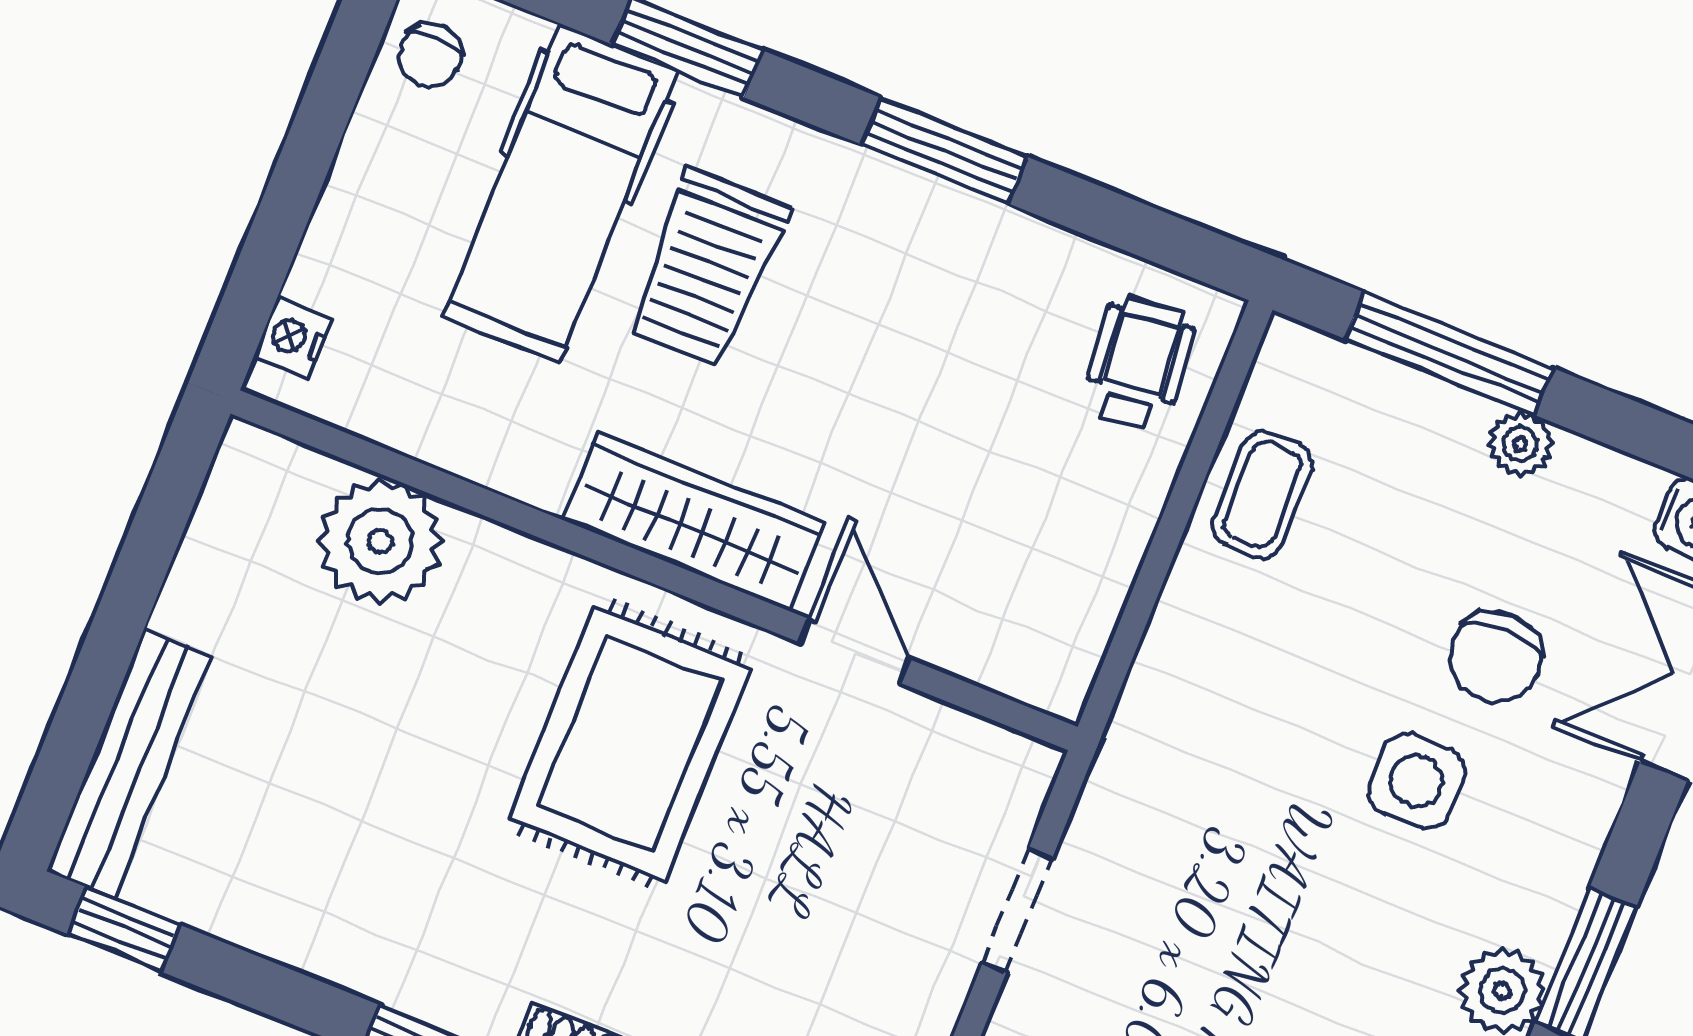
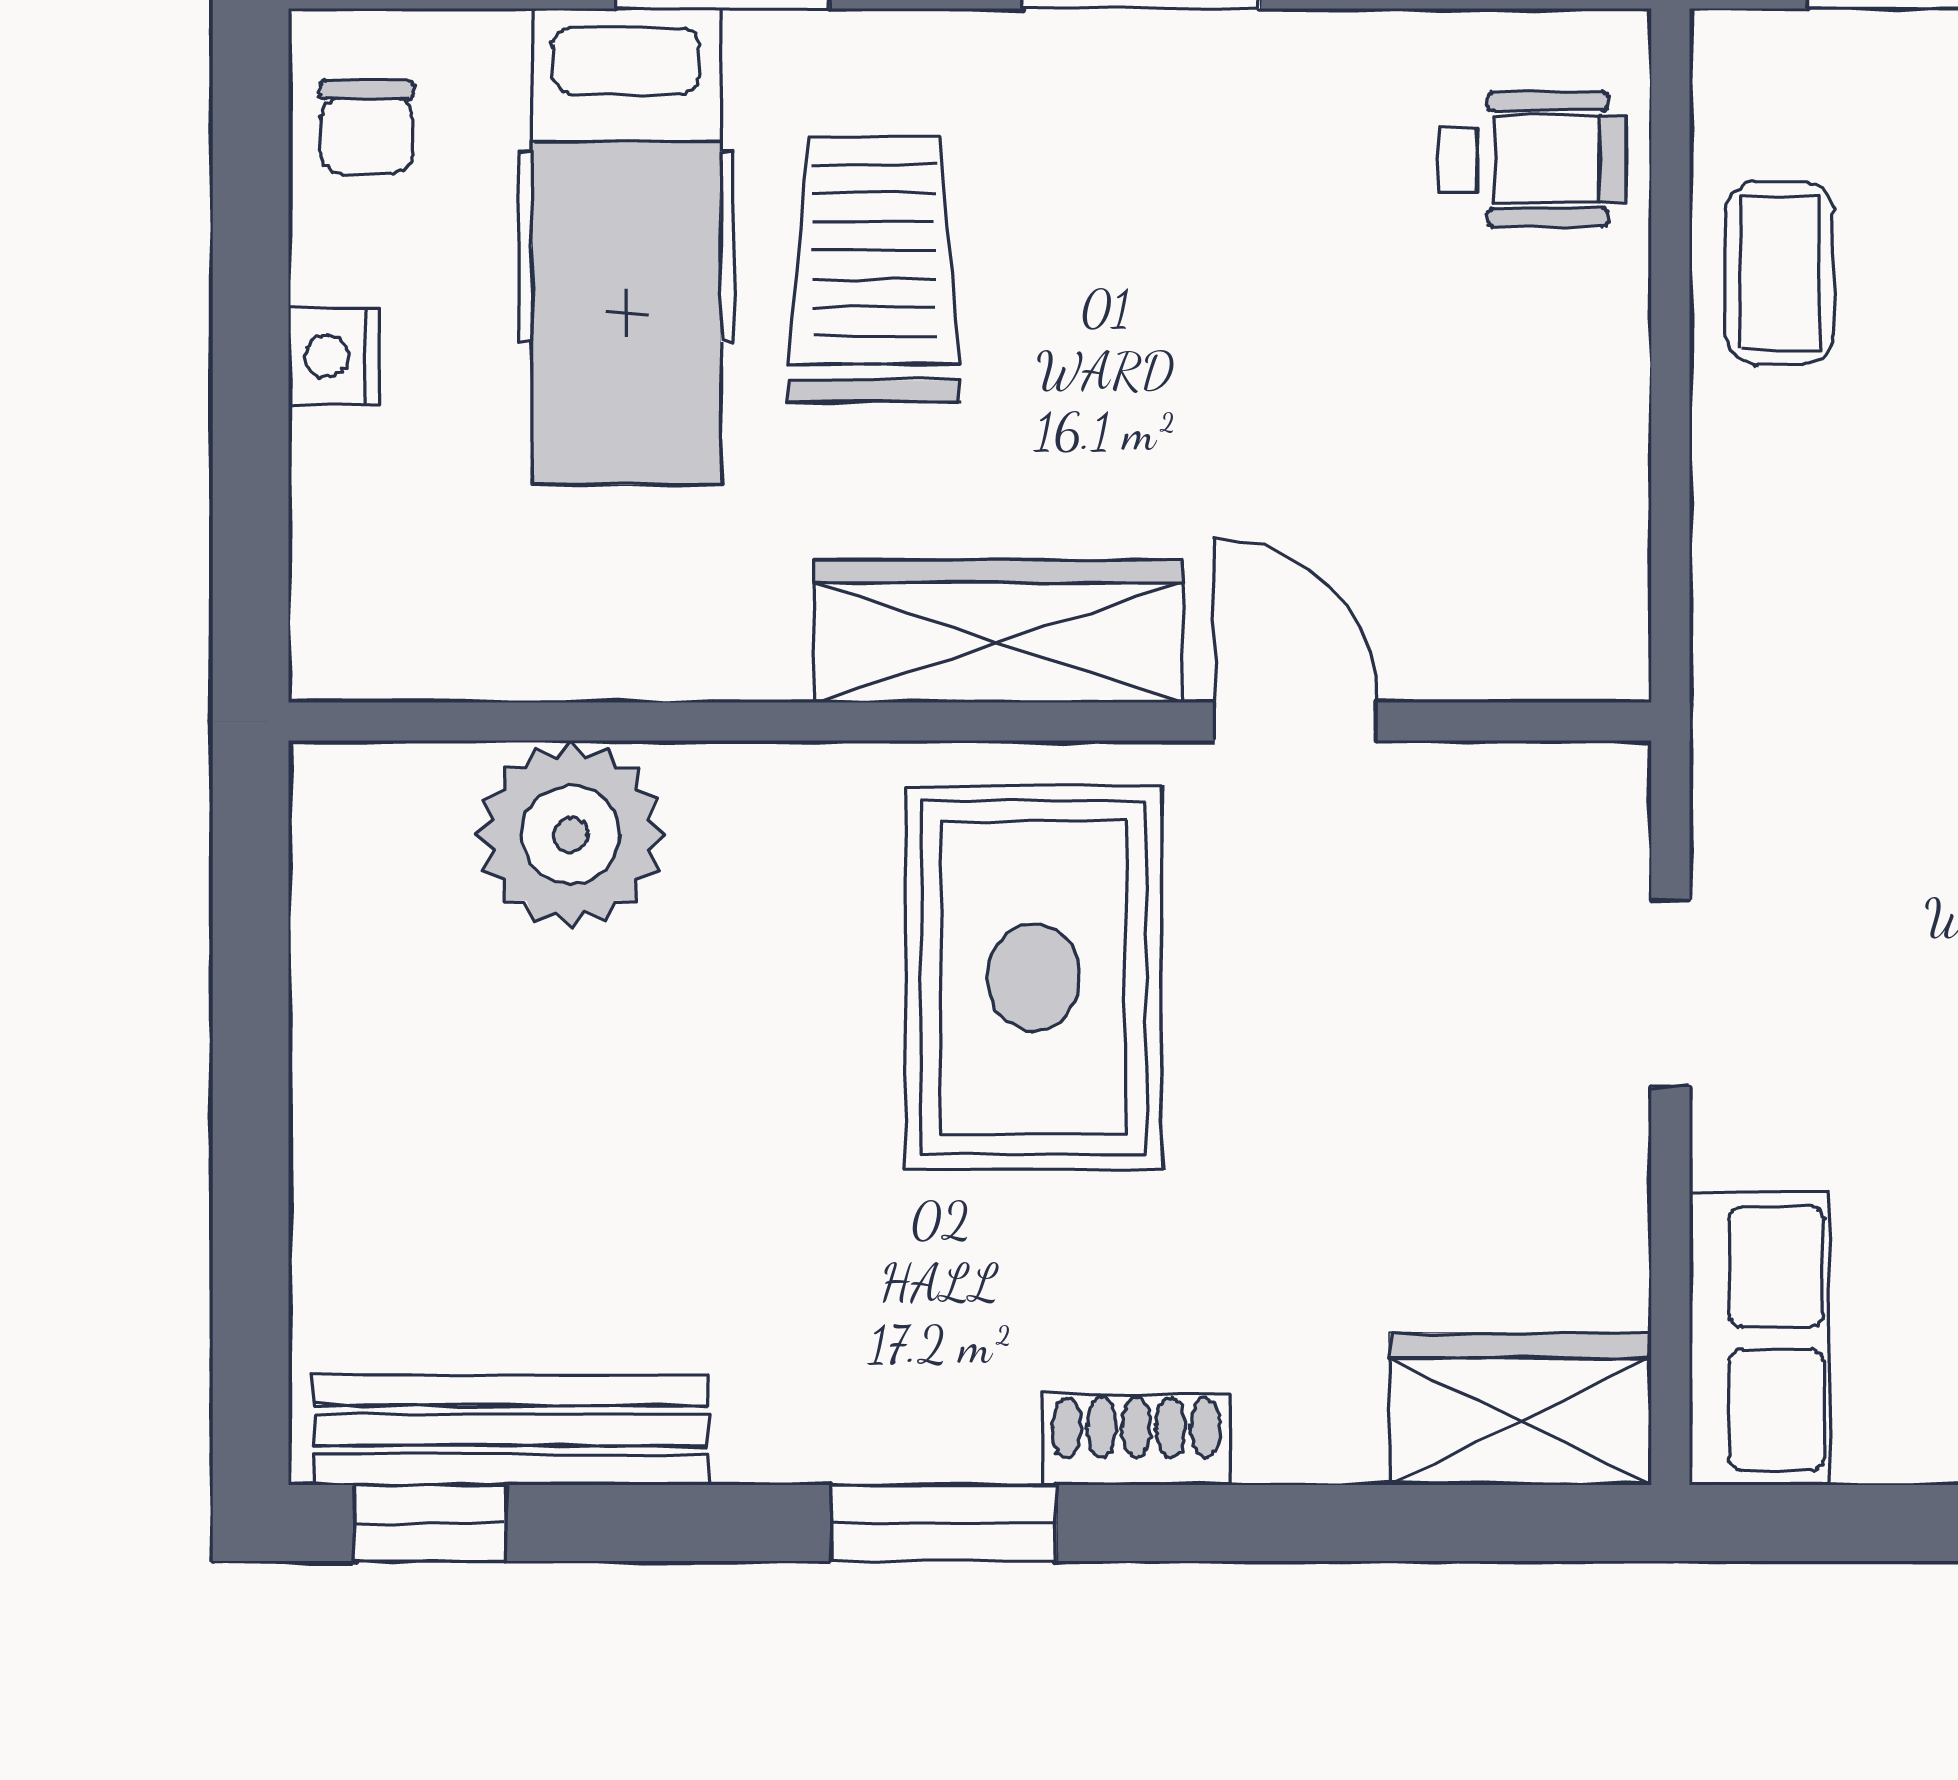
trolley: (707, 268) -> (874, 269), turned 180
nightstand: (293, 338) -> (334, 356), moved
wheelchair: (1139, 364) -> (1533, 159), turned 96
bench: (129, 764) -> (511, 1430), moved, turned 90

